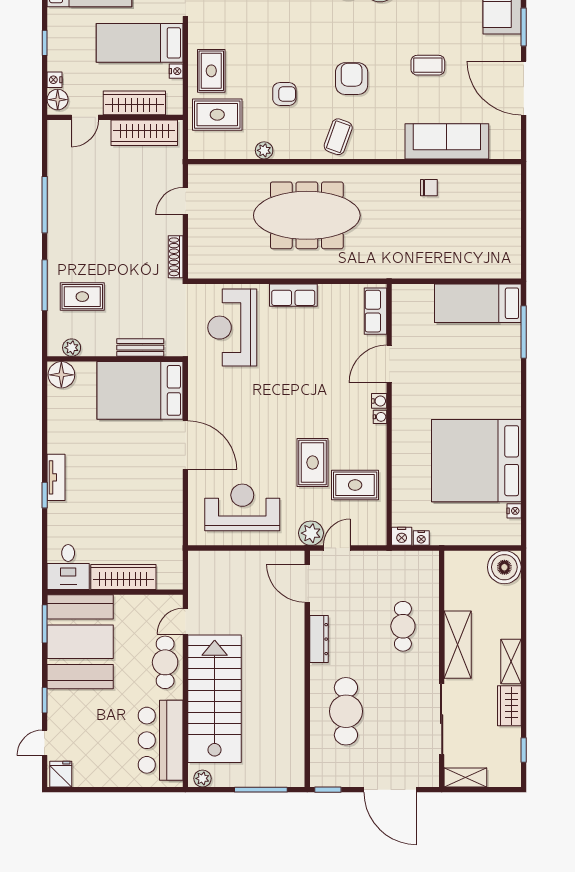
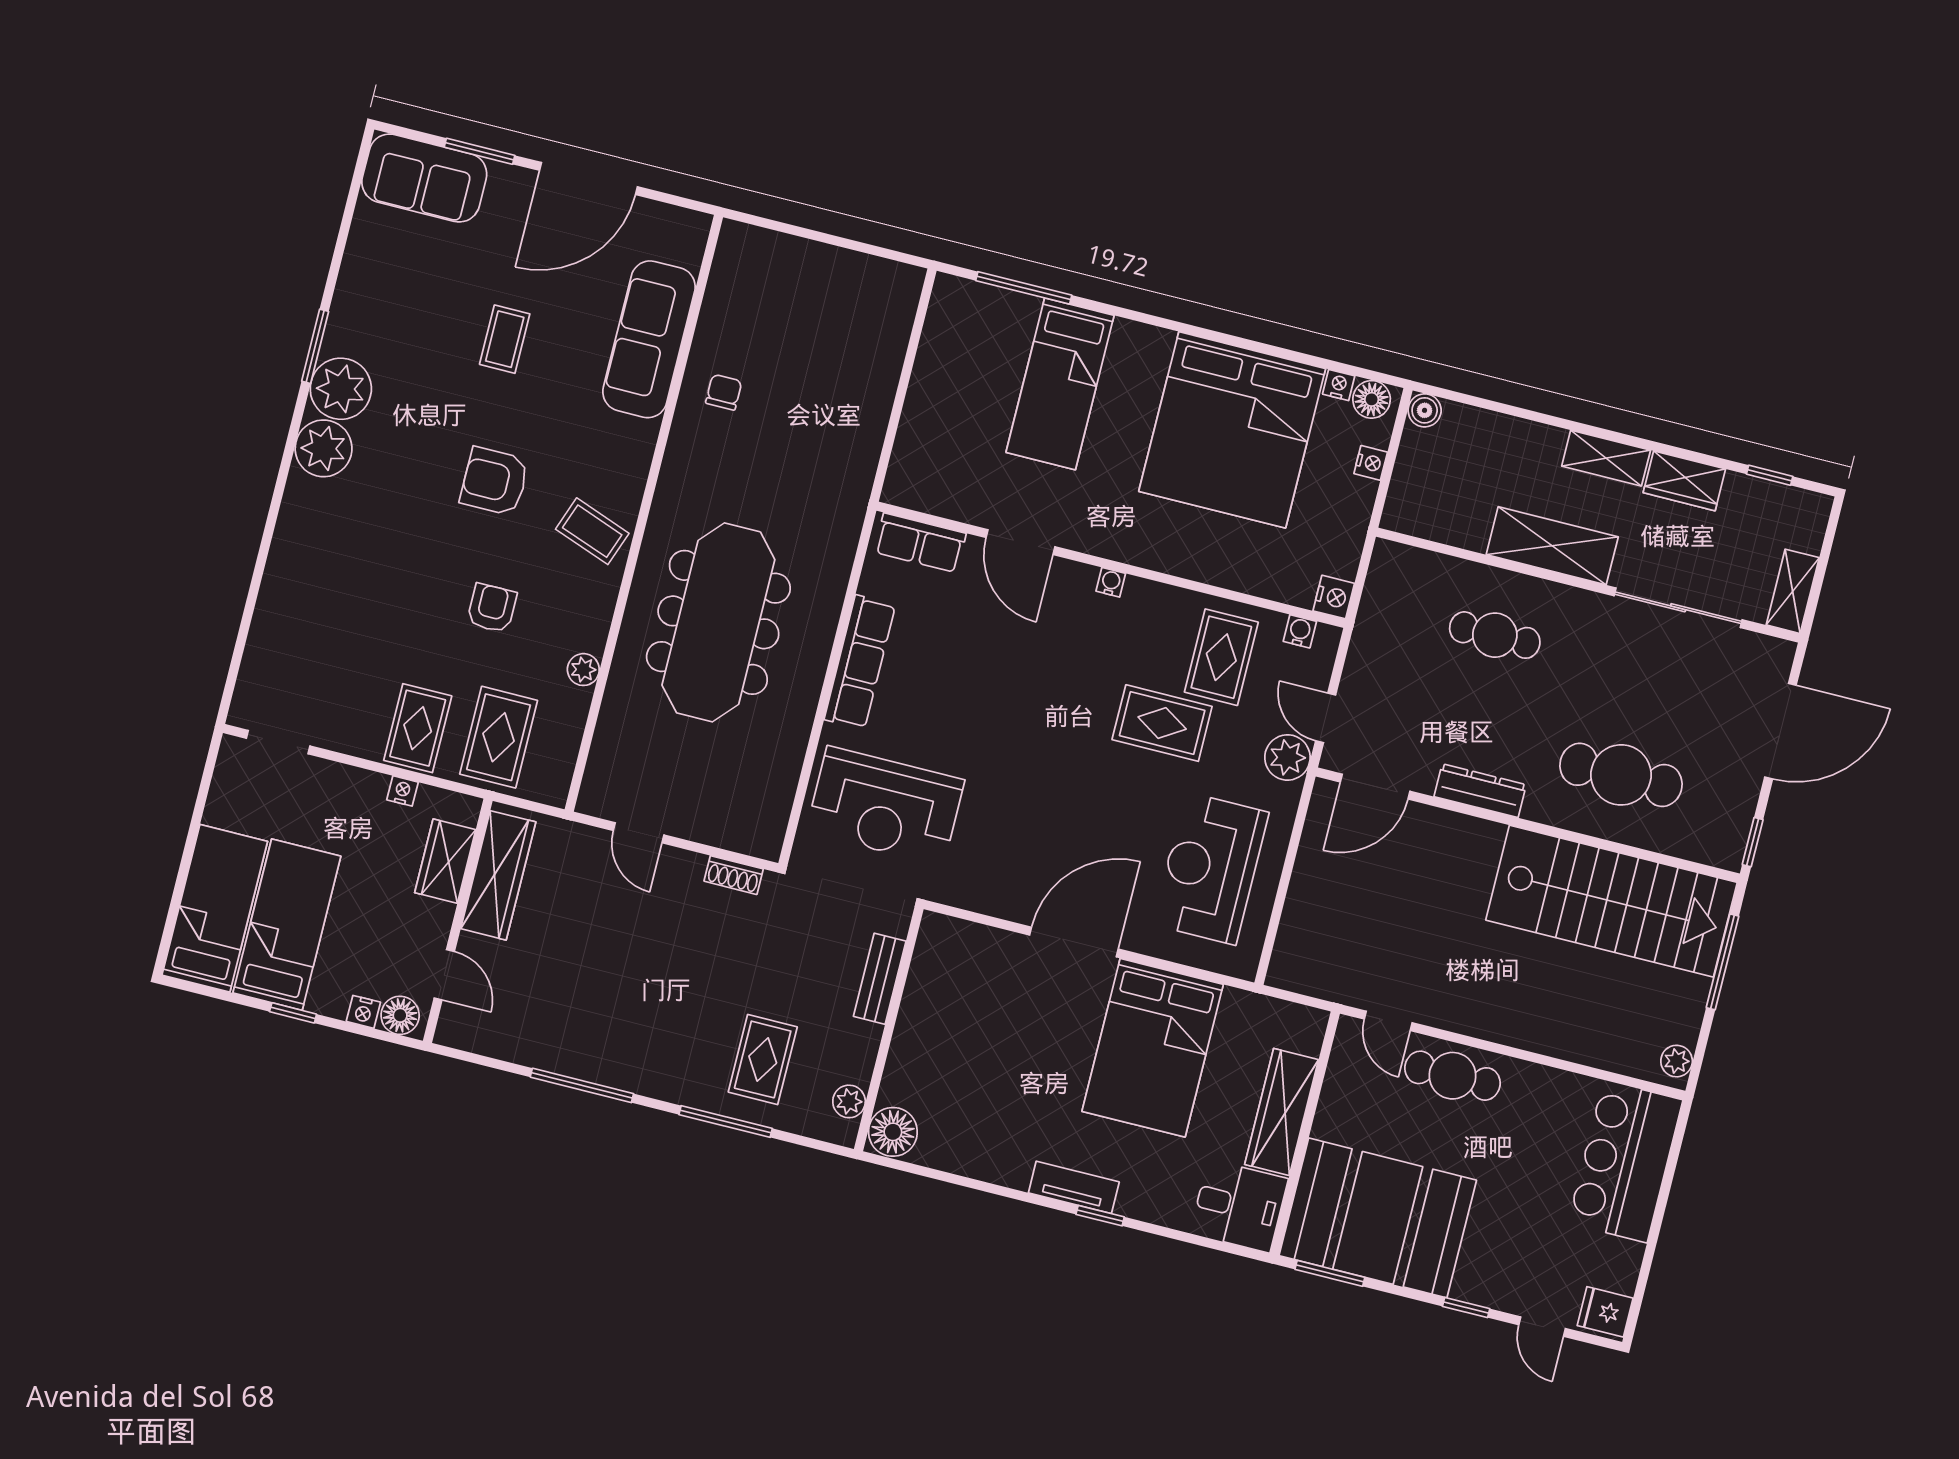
bed: (140, 43) -> (287, 925), moved, turned 180
rug: (211, 71) -> (418, 728), turned 90
wardrobe: (134, 103) -> (445, 861), width x0.67
shoe rack: (176, 257) -> (734, 875), width x0.70
row of seats: (293, 295) -> (860, 662), width x1.48
bed: (478, 303) -> (1060, 384), moved
bed: (140, 390) -> (1153, 1048), moved
water cooler: (379, 401) -> (1300, 631), moved
floor lamp: (511, 530) -> (1372, 399), added
nightstand: (421, 538) -> (1371, 463), moved
boiler: (504, 567) -> (1425, 410), width x0.54, depth x0.54
stairs: (215, 699) -> (1611, 901), moved, turned 180
bar counter: (161, 740) -> (1625, 1161), moved, turned 90

